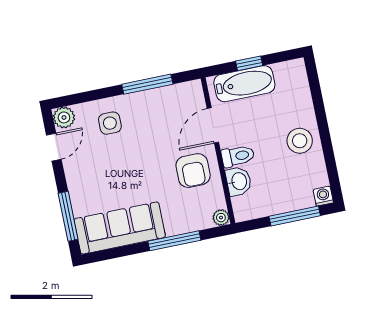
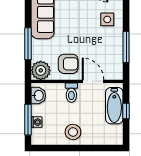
armchair: (193, 171) -> (68, 64), turned 180
washbasin: (239, 181) -> (38, 96), moved, turned -90
washing machine: (323, 196) -> (37, 122), moved
plant: (221, 218) -> (41, 70), width x1.88, depth x1.88

